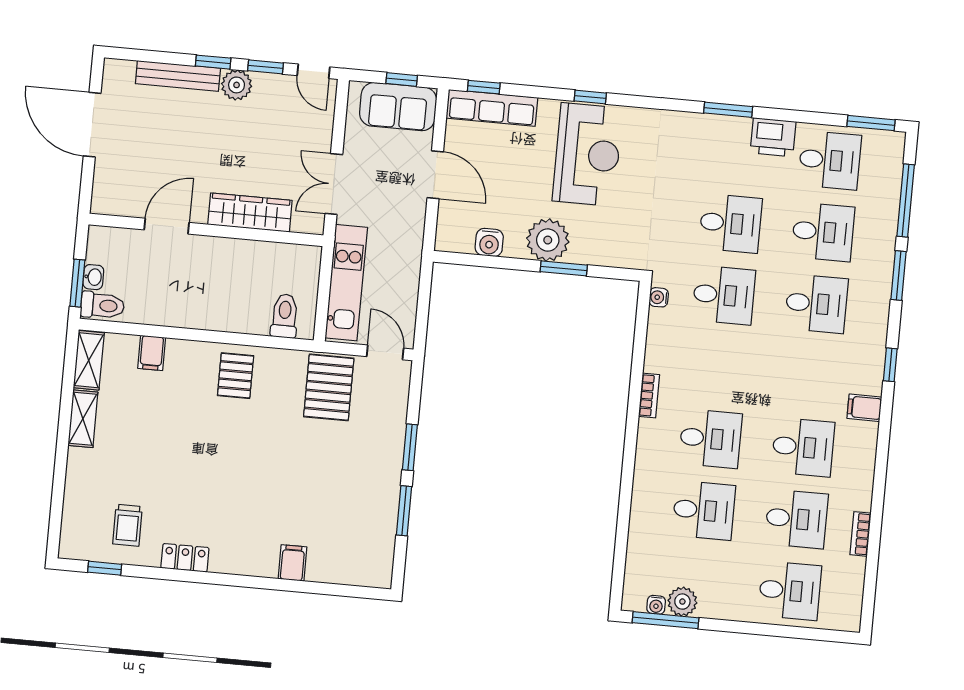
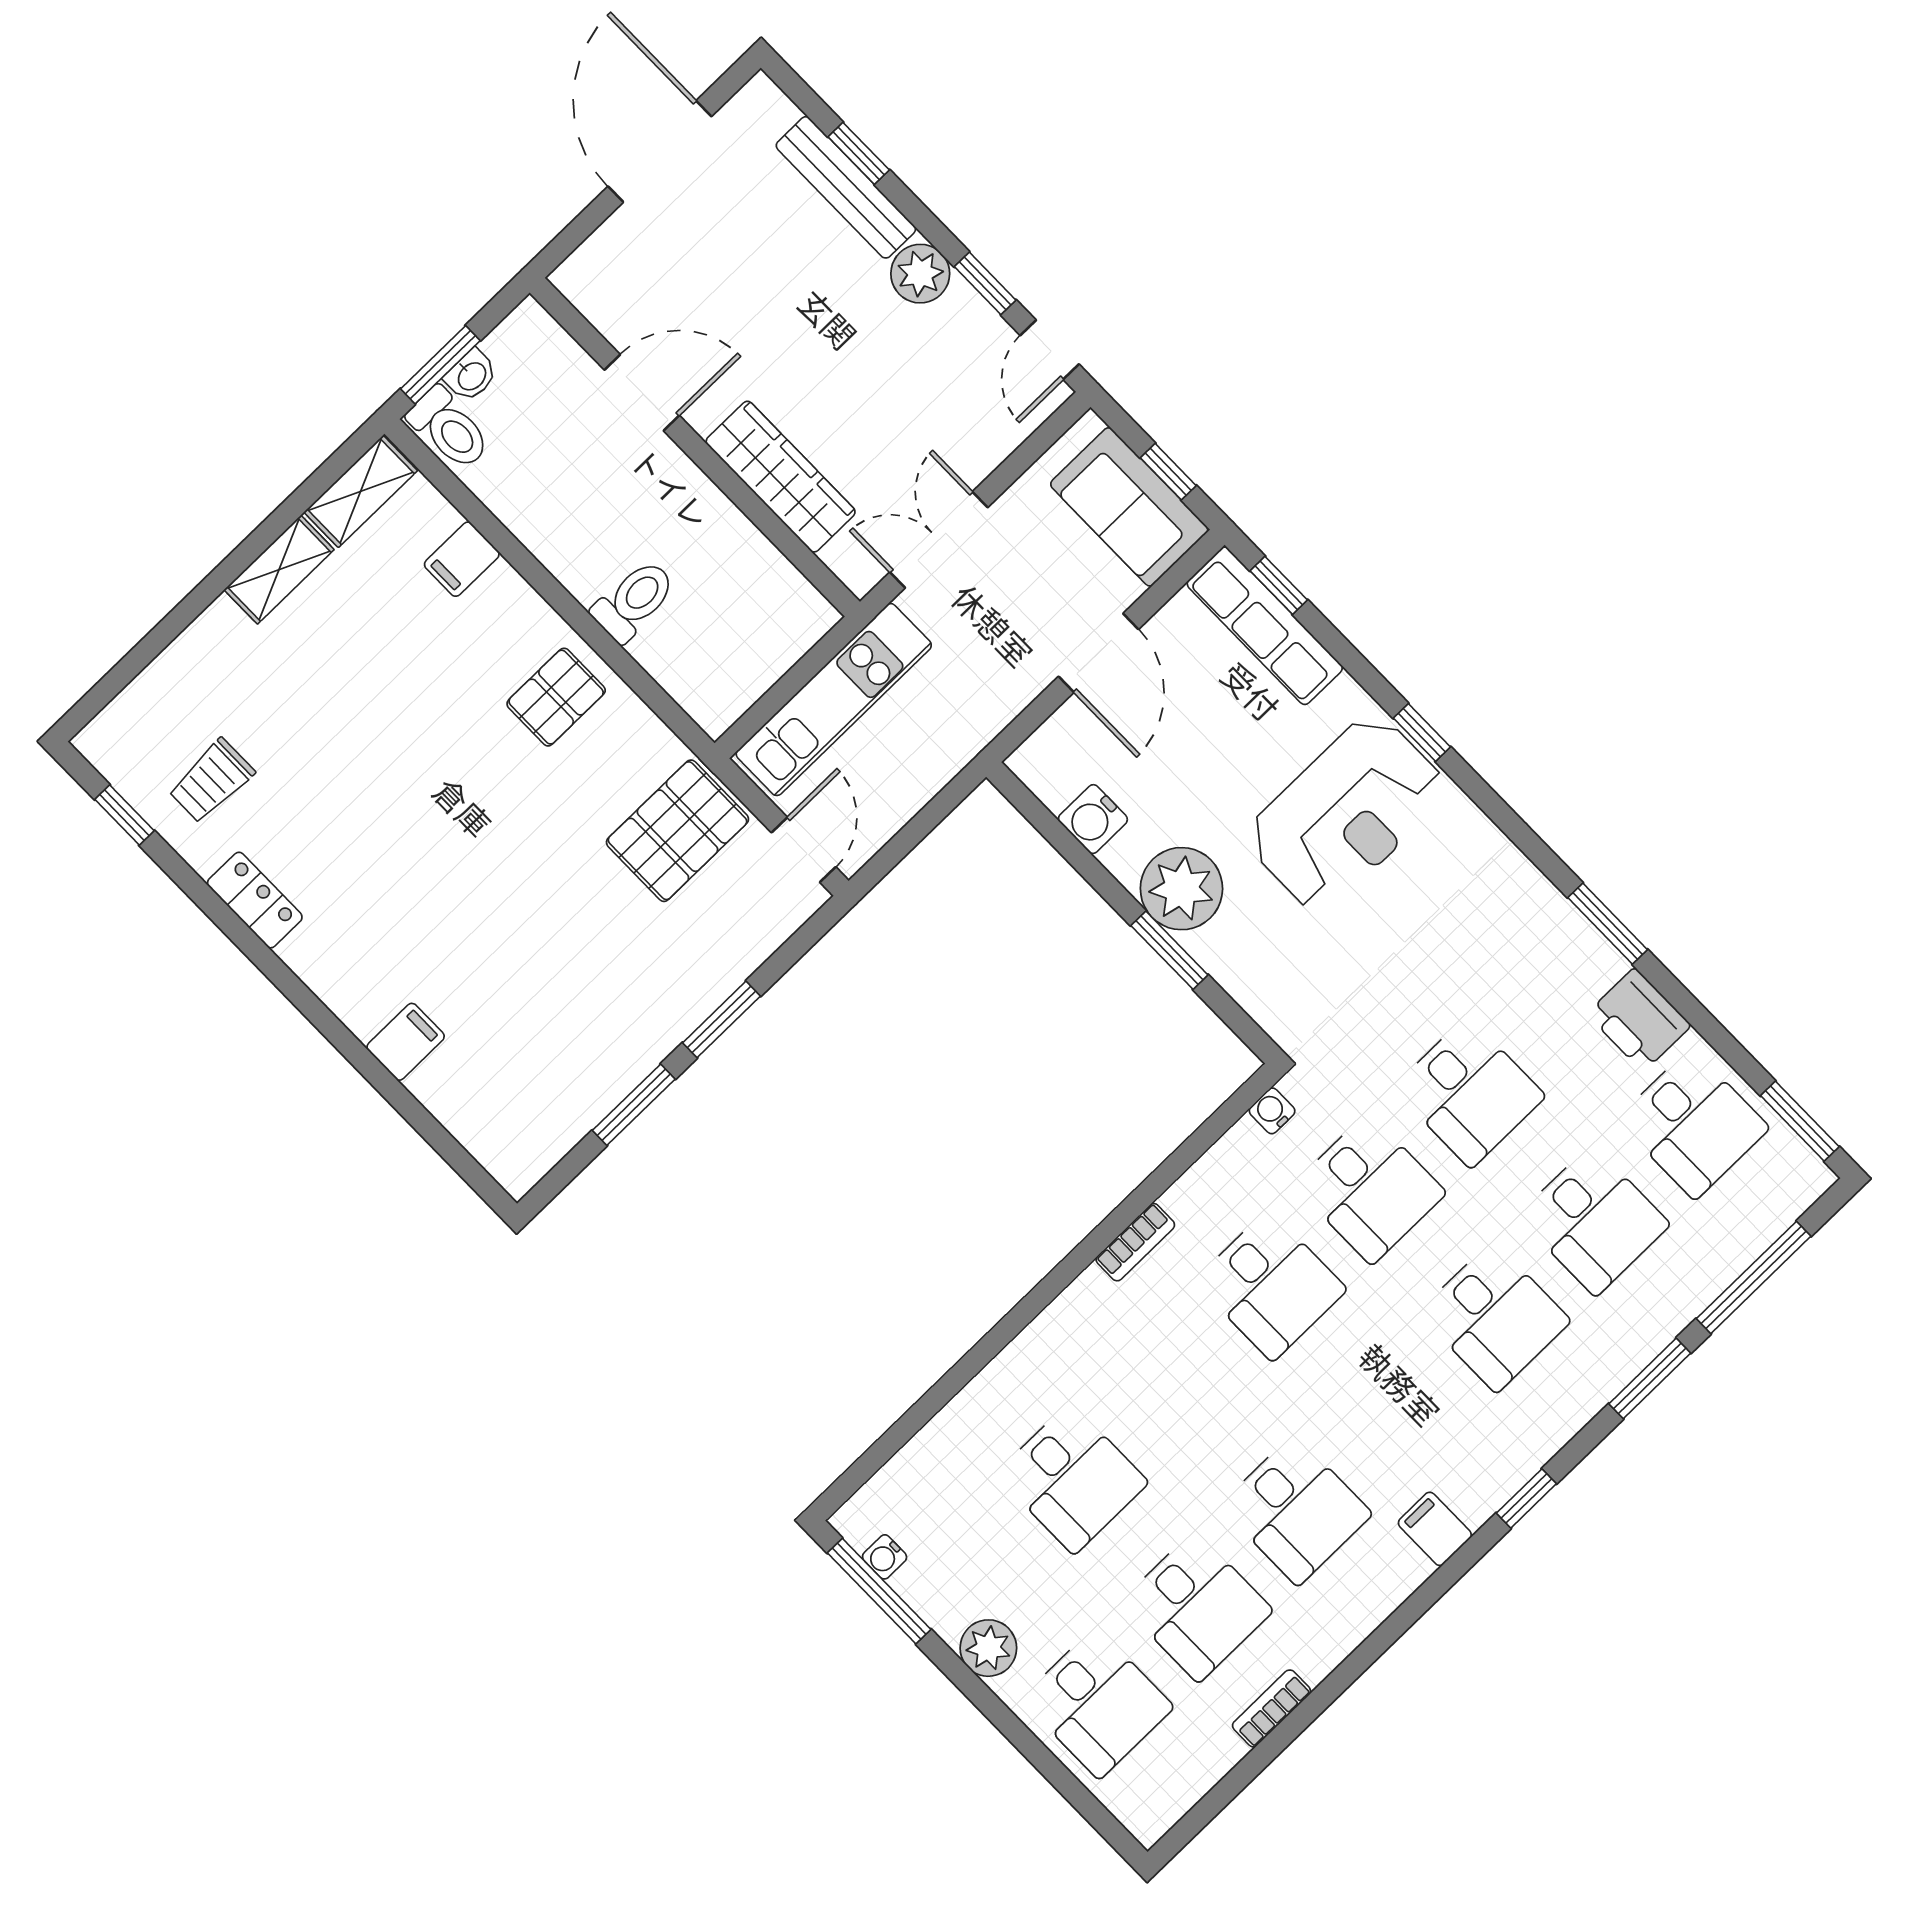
window: (213, 62) -> (859, 153), moved
toilet: (285, 316) -> (634, 601), moved
desk: (710, 439) -> (1271, 1285), moved
plant: (682, 602) -> (988, 1648), moved

